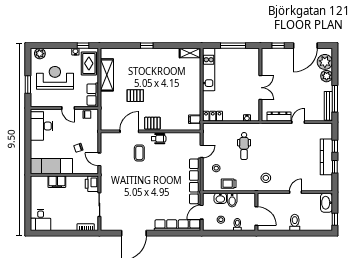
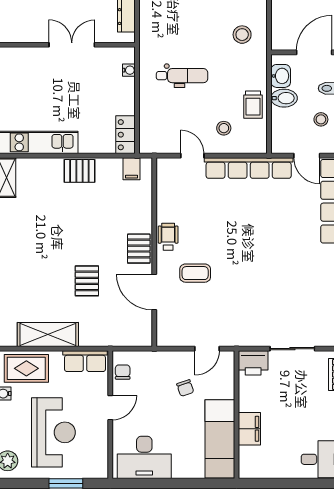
reception desk: (55, 78) -> (53, 432), turned 180
pallet: (194, 92) -> (79, 171), added
washbasin: (220, 198) -> (281, 76), moved

